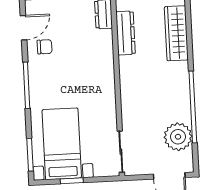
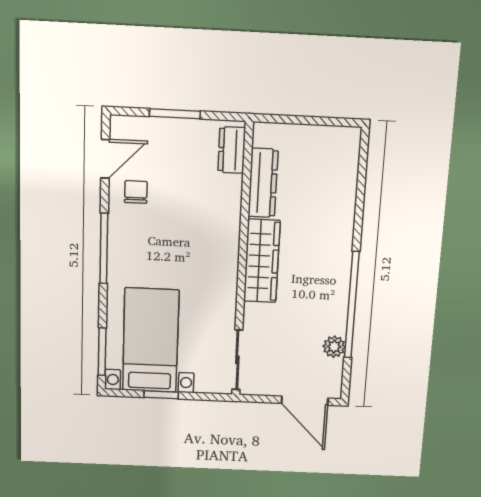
wardrobe: (176, 33) -> (262, 261), moved, turned 180
chair: (45, 47) -> (136, 192), turned -90
plant: (178, 137) -> (334, 347), width x0.53, depth x0.53

